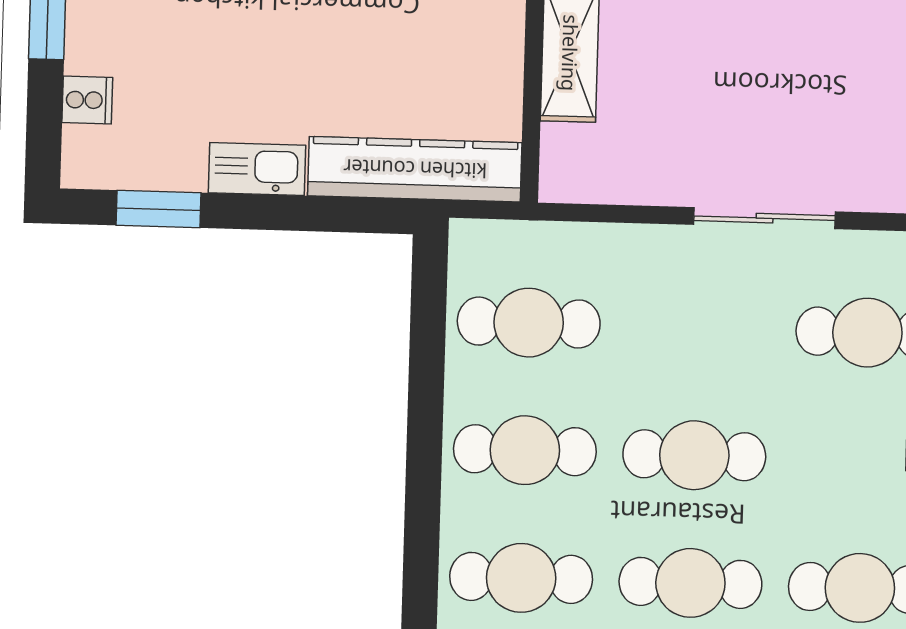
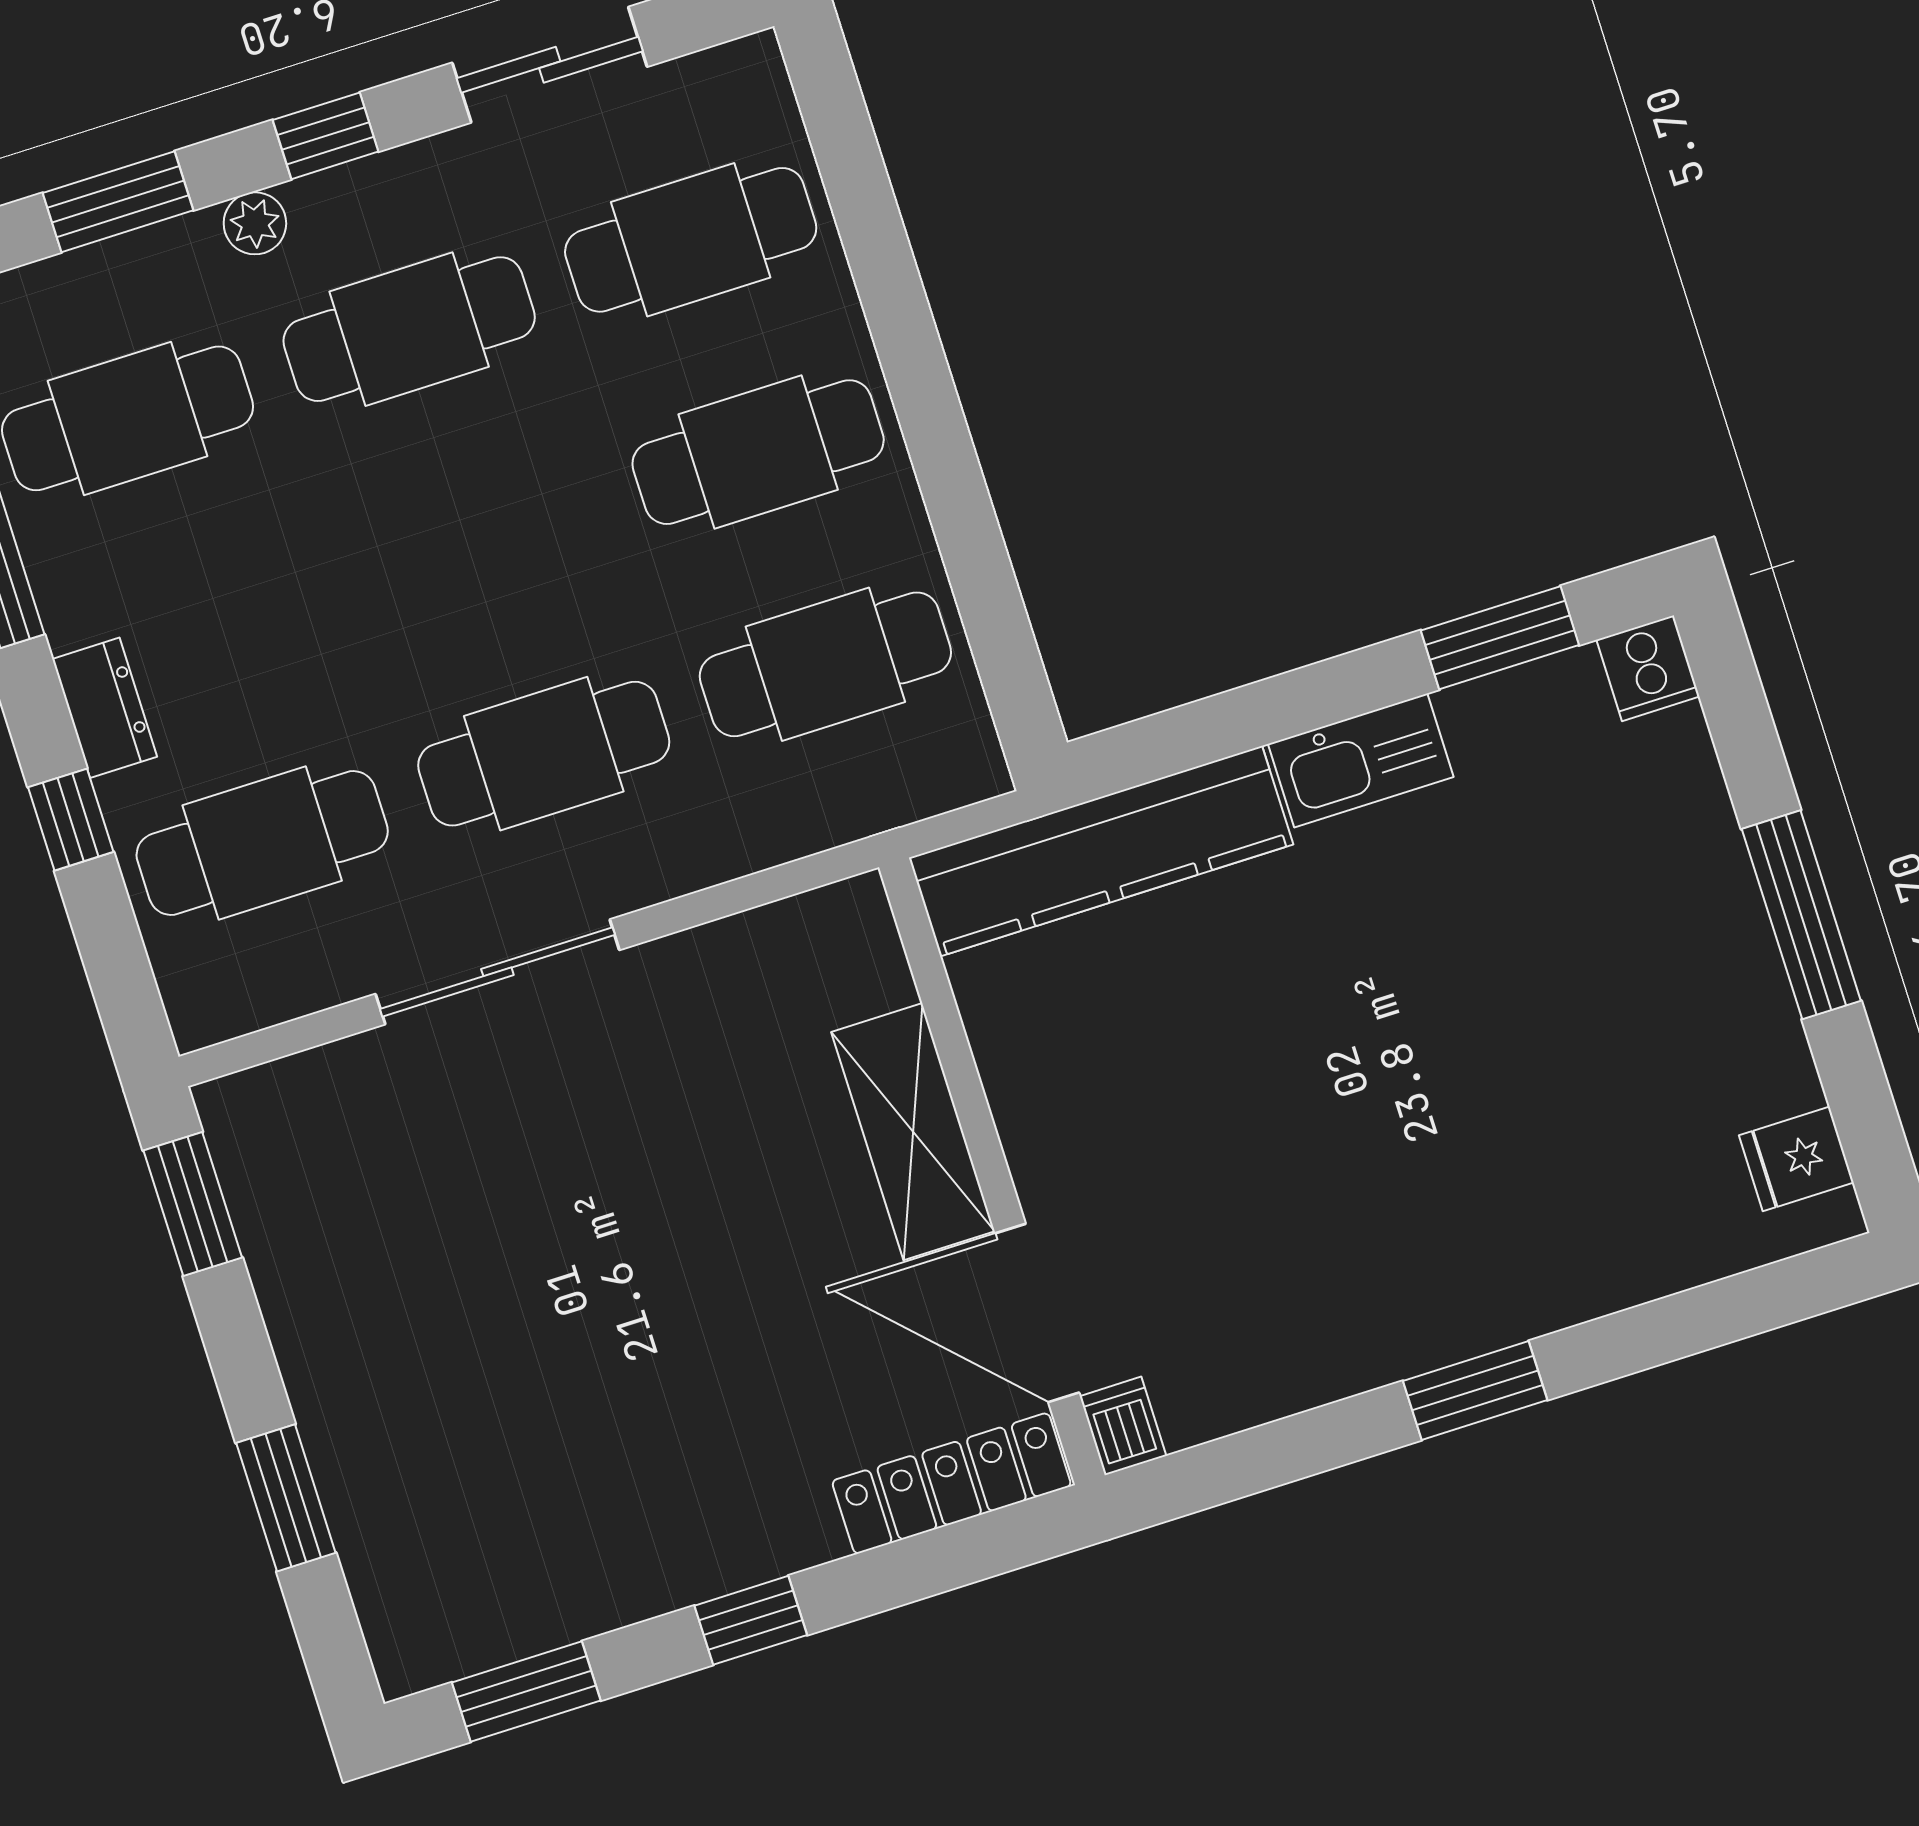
cooker: (87, 100) -> (1648, 668), moved, turned -90
cafe table: (694, 455) -> (544, 754), moved

